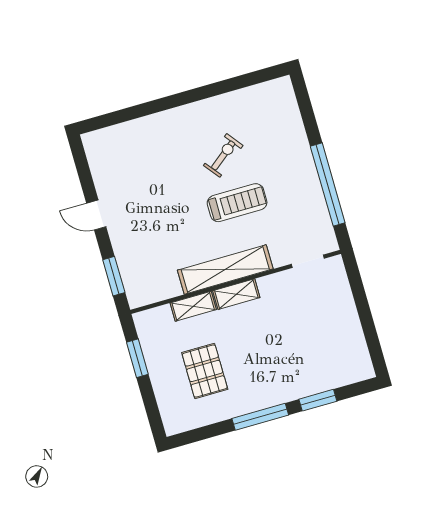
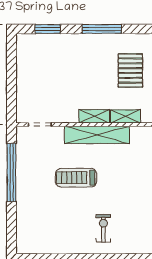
exercise bike: (223, 155) -> (103, 228), moved, turned 128
window: (318, 400) -> (48, 29), moved

